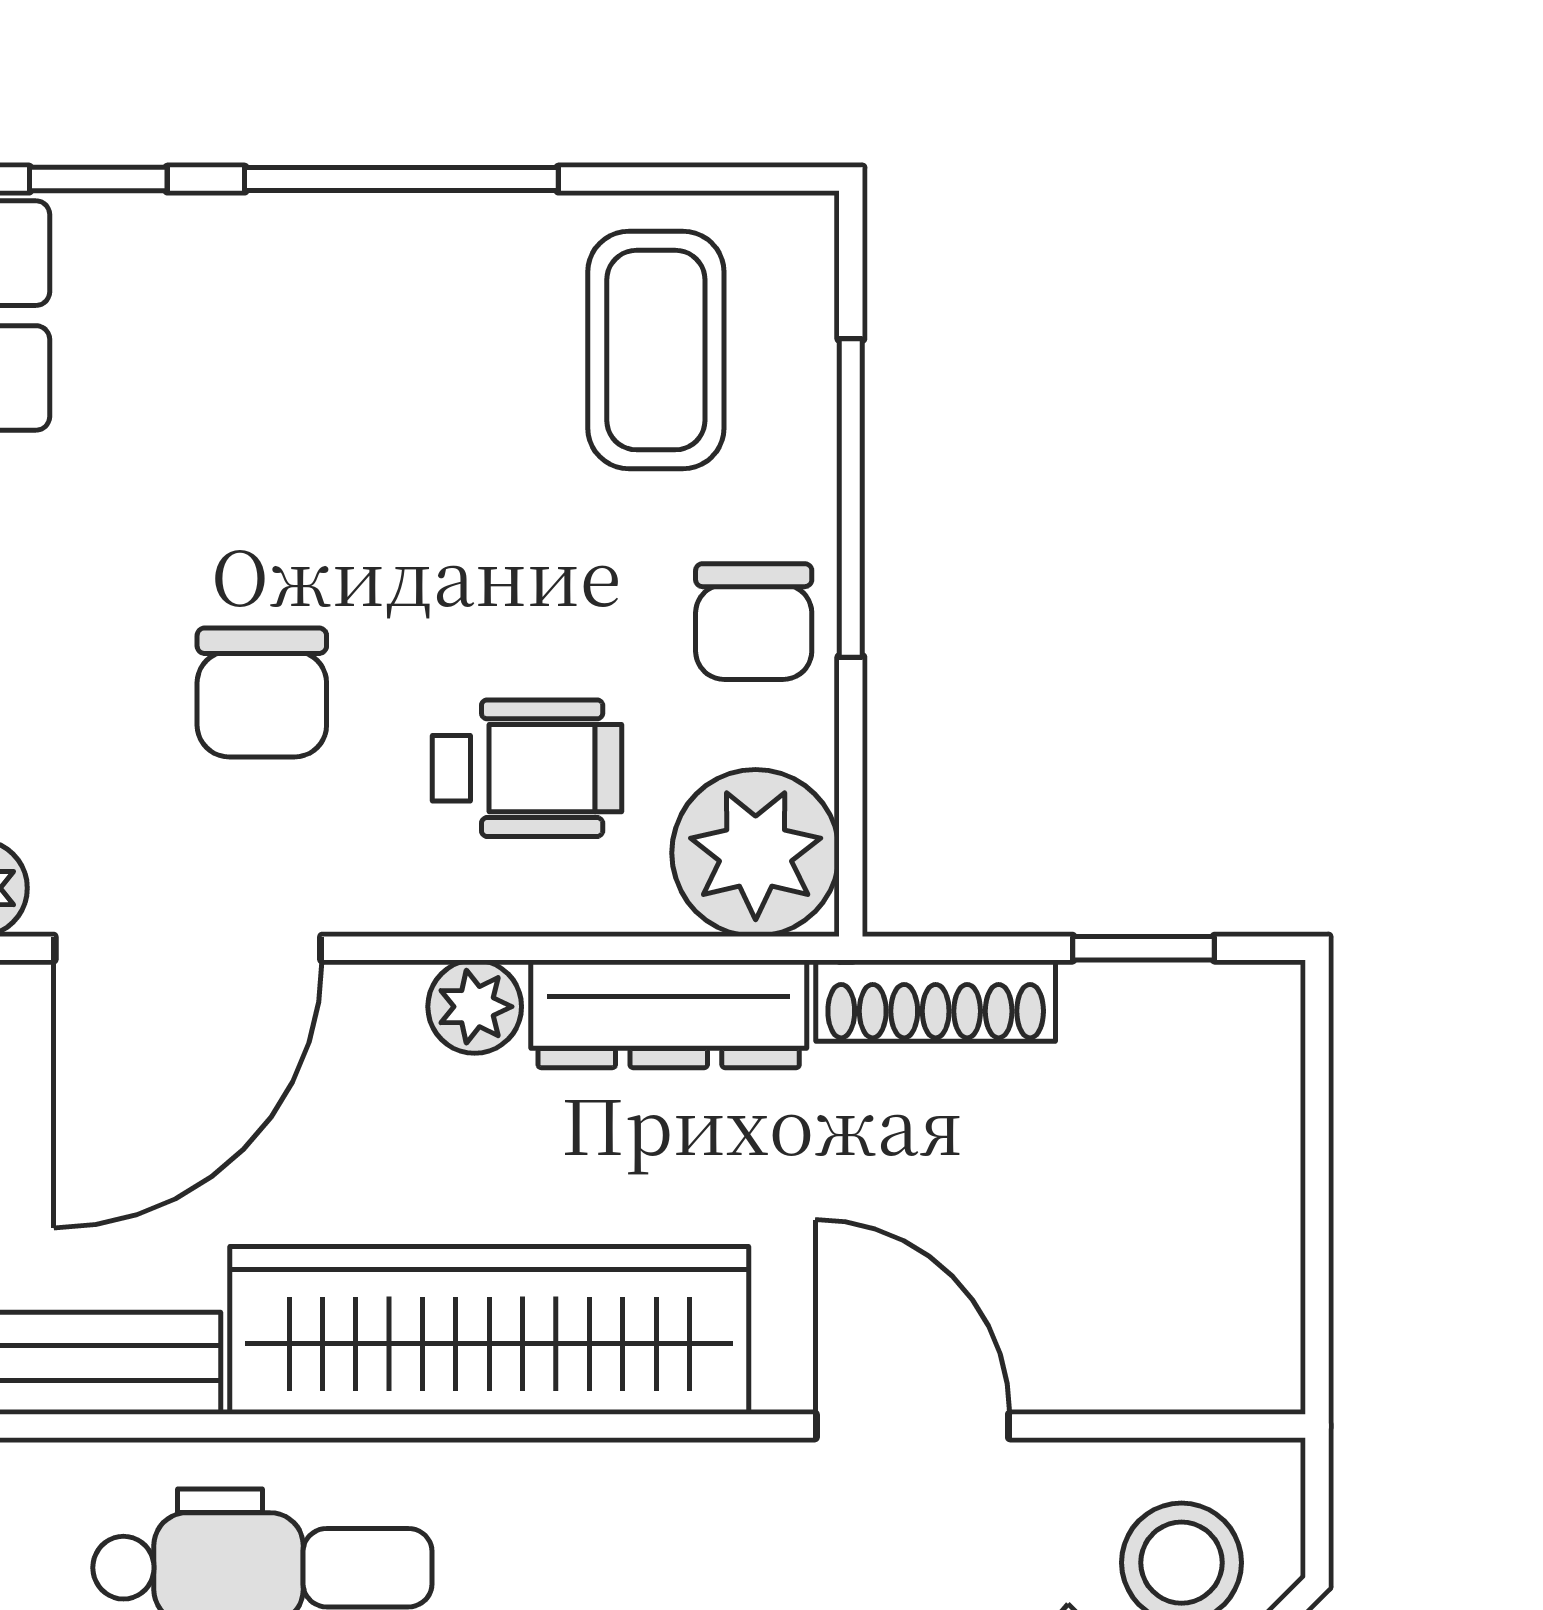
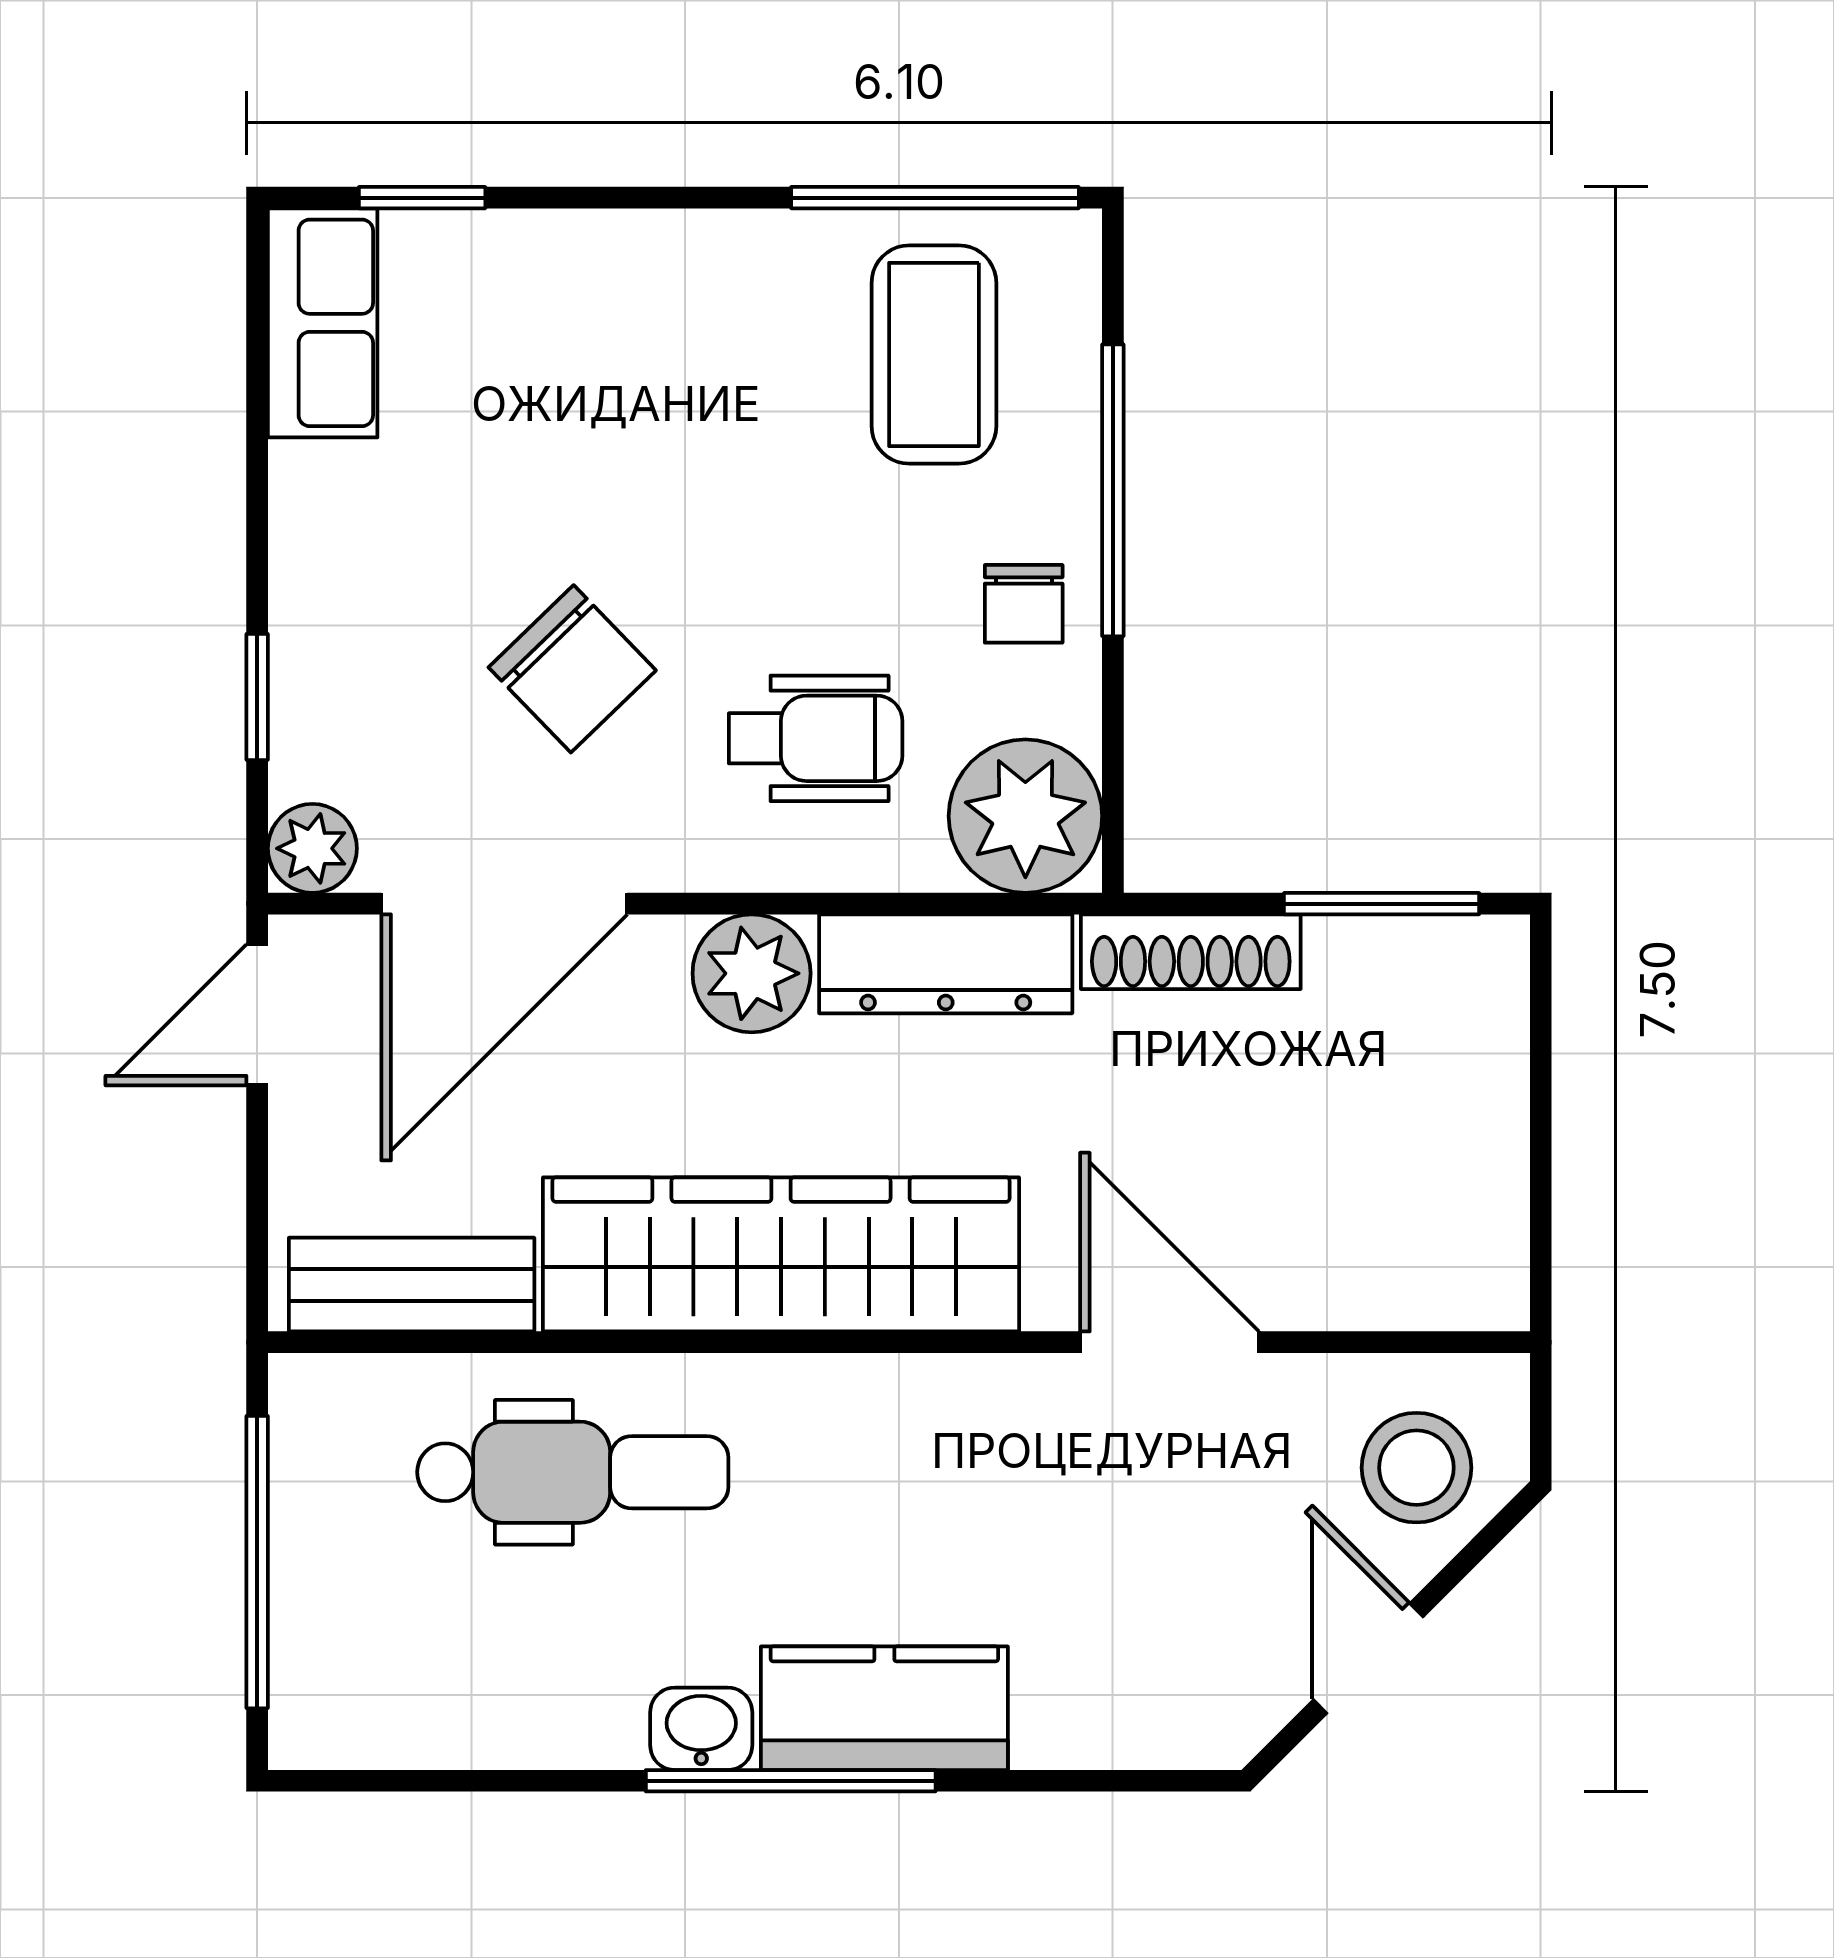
window: (401, 179) -> (935, 198), moved
chair: (754, 622) -> (1024, 604), width x0.73, depth x0.73
chair: (262, 692) -> (572, 669), turned -44
window: (1143, 948) -> (1382, 904), width x1.50
plant: (475, 1007) -> (752, 973), width x1.38, depth x1.38

